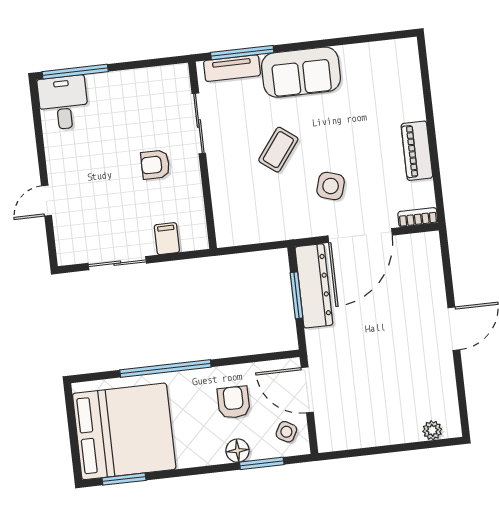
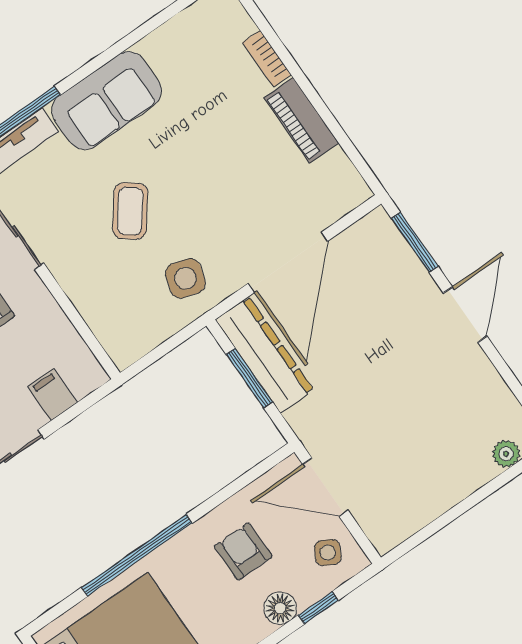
side table: (331, 186) -> (185, 278), moved
bookcase: (418, 217) -> (267, 59), moved, turned -90
window: (447, 266) -> (415, 242), added
window: (262, 463) -> (318, 608), width x0.67

